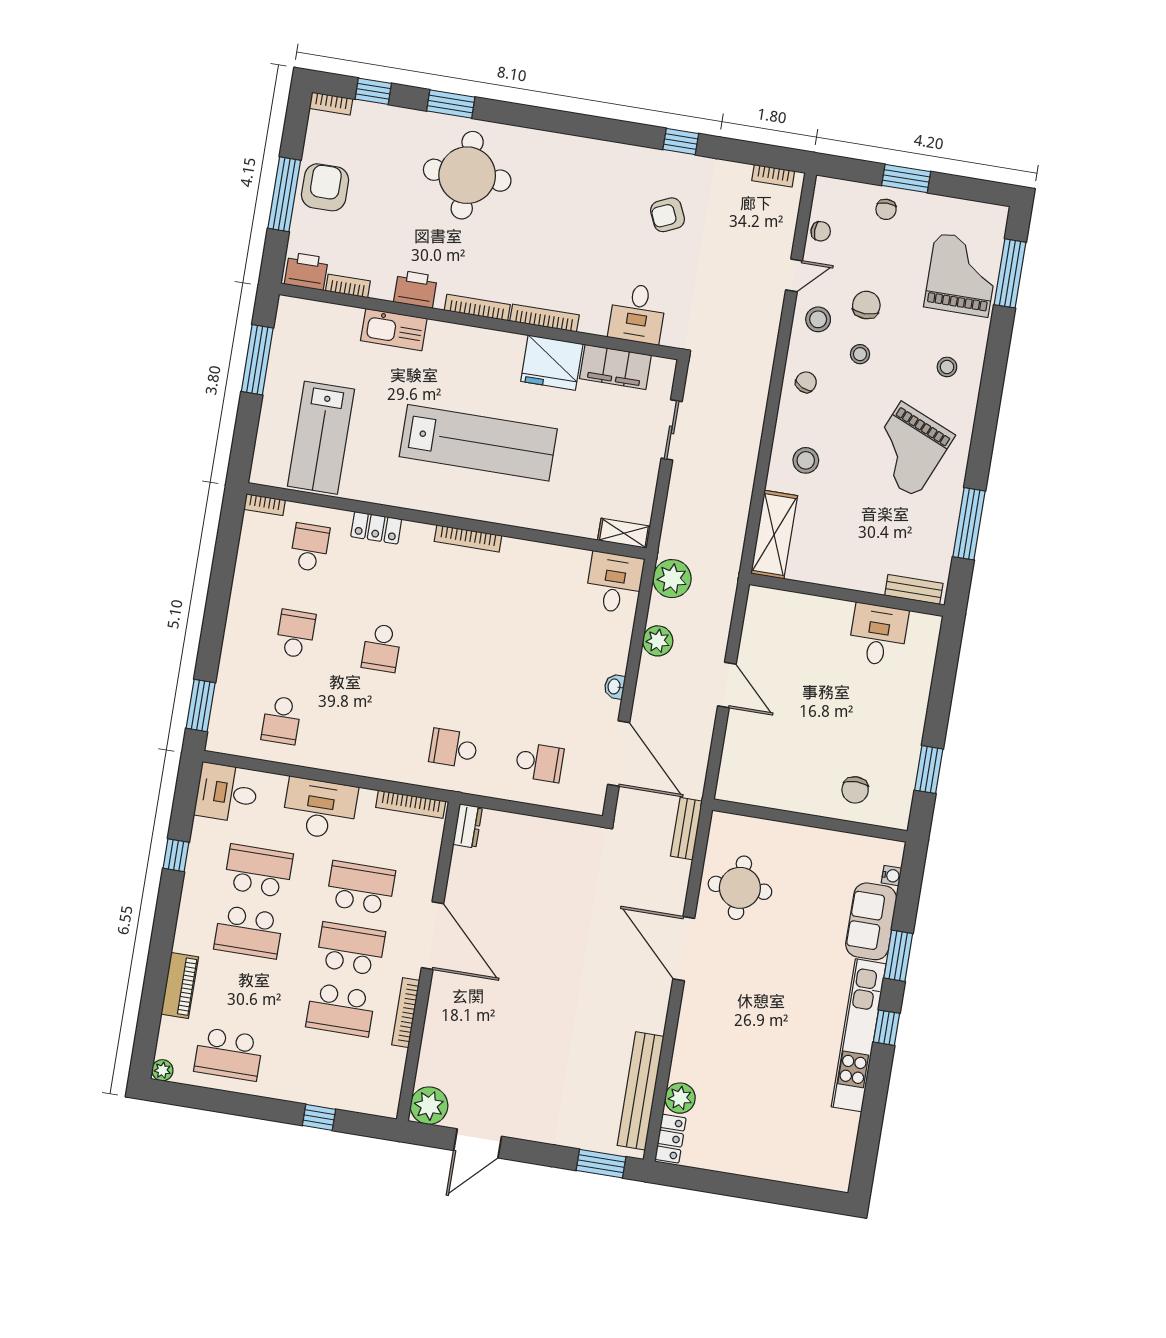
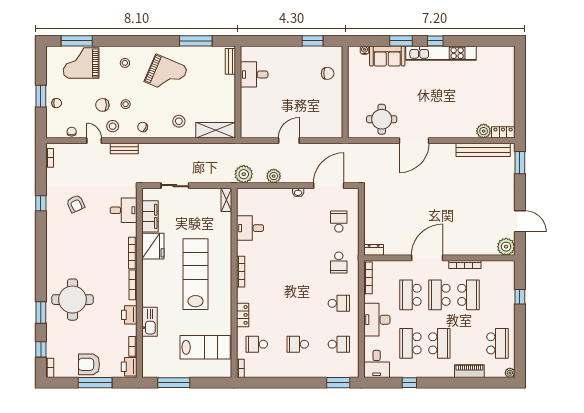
desk: (614, 583) -> (250, 228), moved
school desk: (382, 648) -> (339, 303), moved
bench: (686, 829) -> (124, 148), moved

